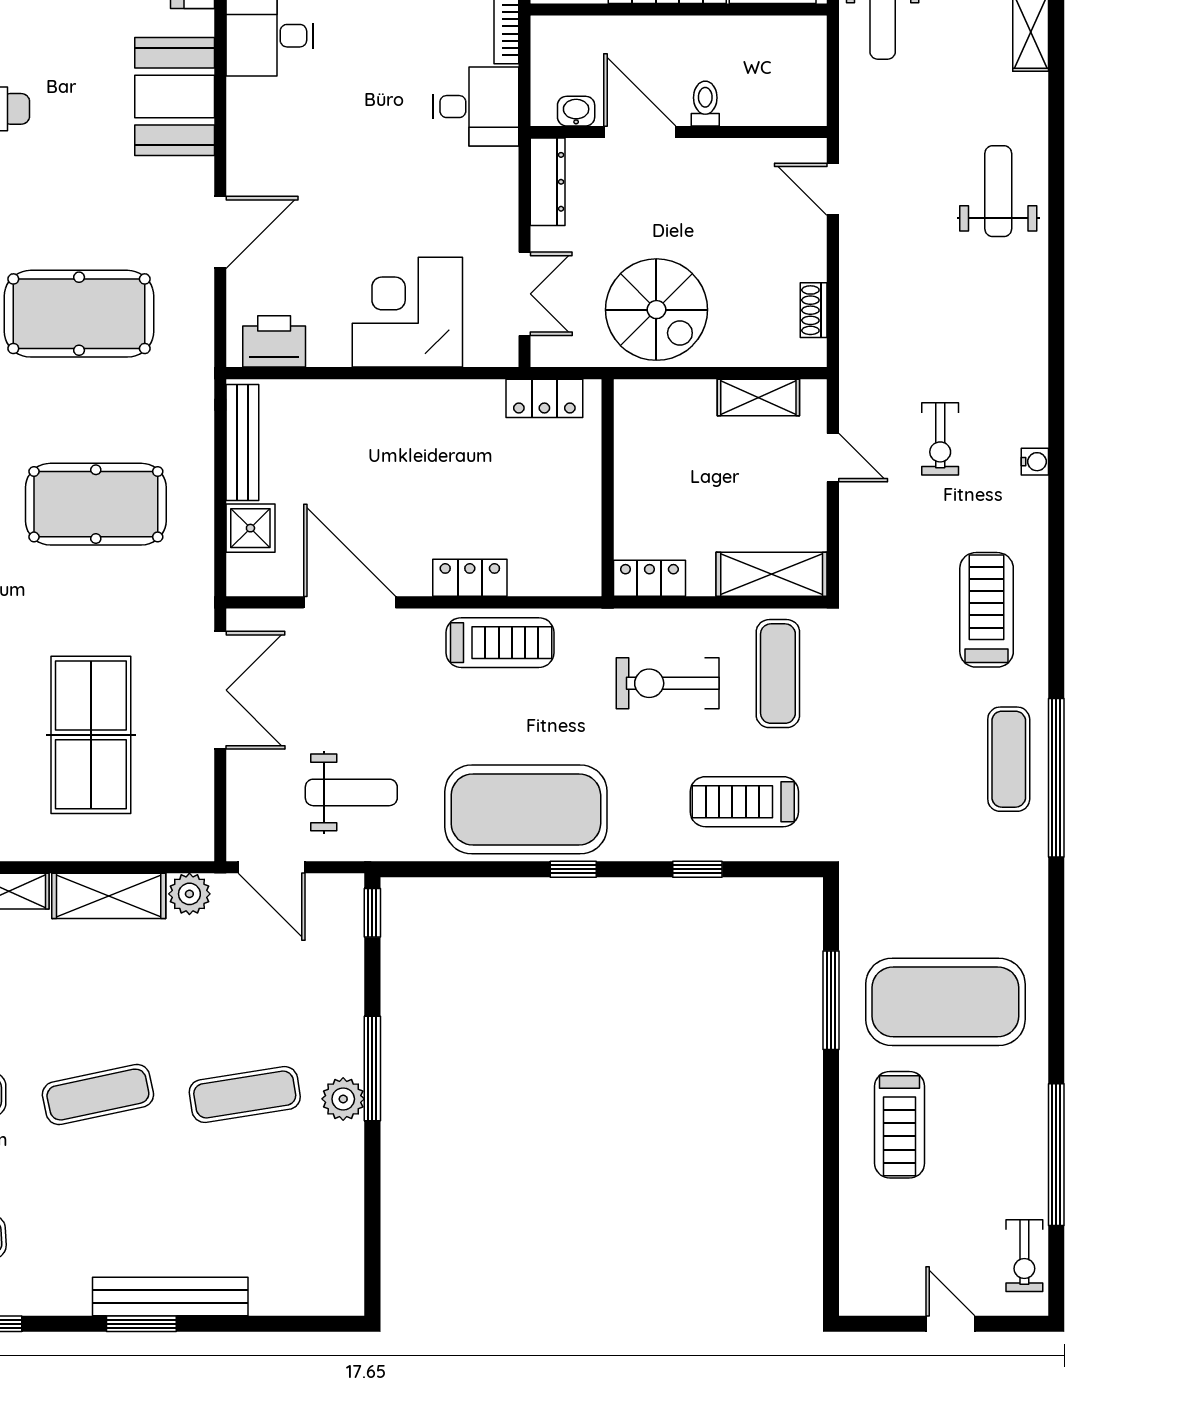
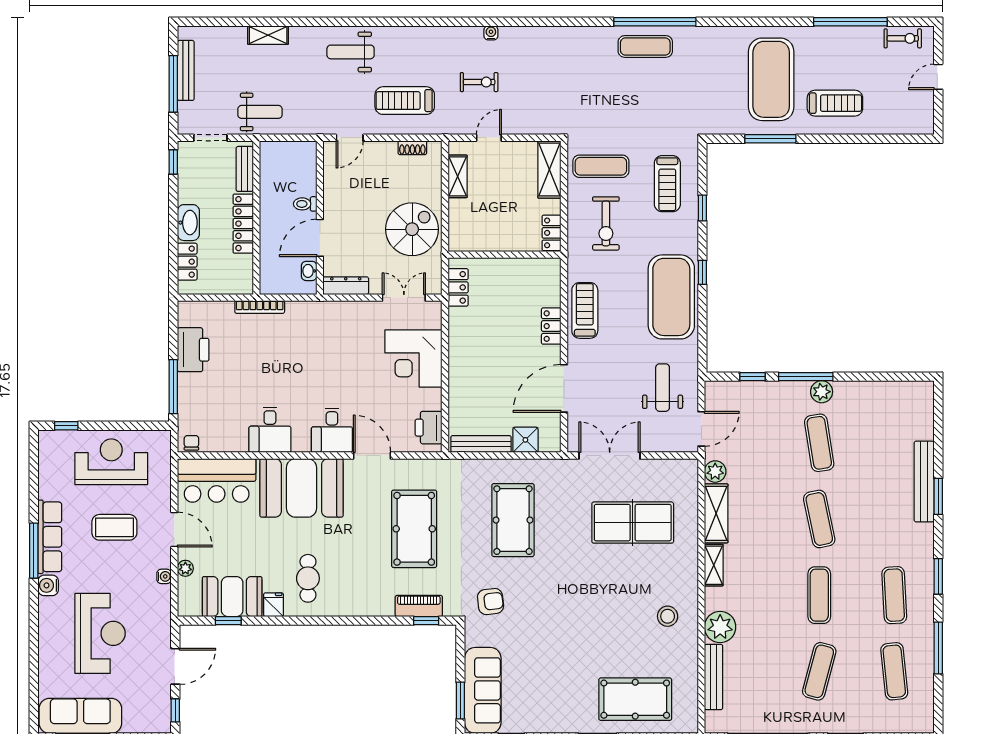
booth: (175, 96) -> (301, 488), width x1.36, depth x1.42
desk: (476, 107) -> (332, 430), moved, turned 180
treadmill: (987, 610) -> (405, 101), moved
window: (372, 913) -> (752, 377), moved

